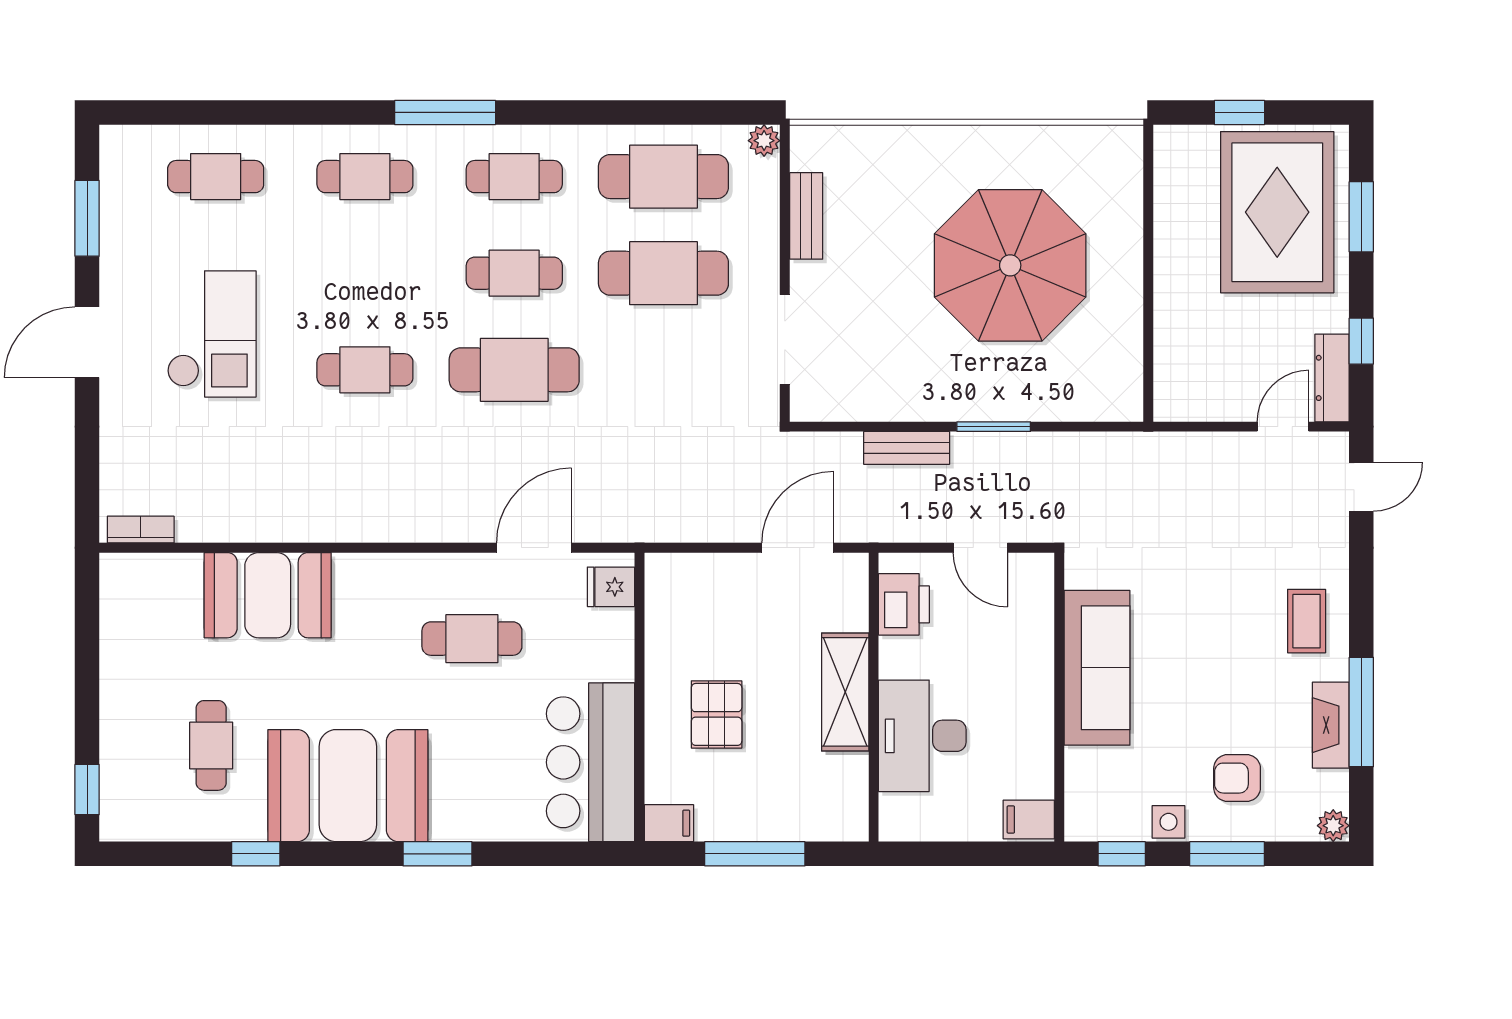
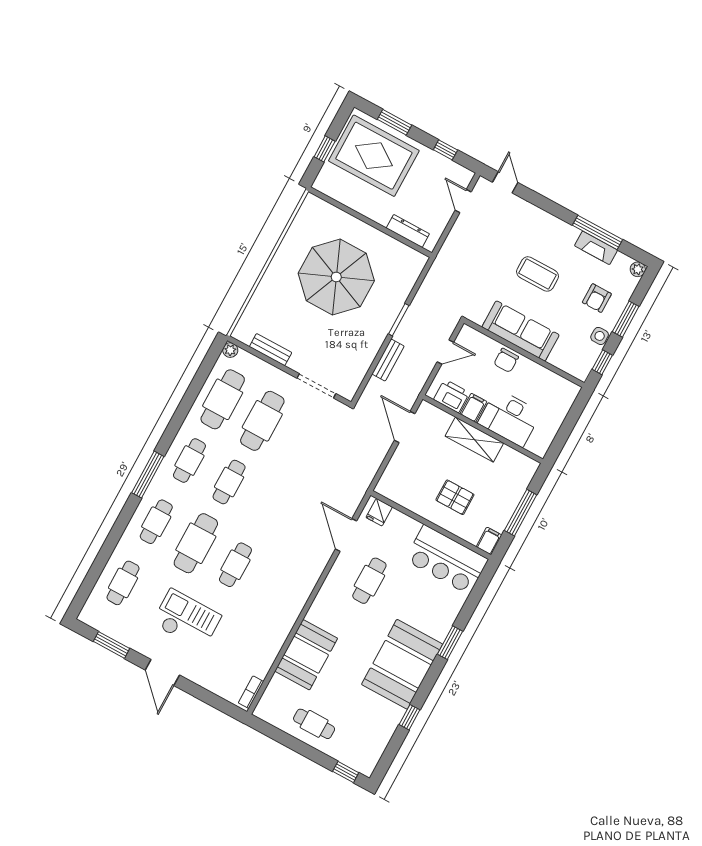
cafe table: (514, 370) -> (196, 543), moved
dresser: (1332, 378) -> (408, 231), moved, turned 180
coffee table: (1307, 621) -> (538, 274), moved, width x1.36, depth x1.30
chair: (1027, 671) -> (506, 360), added
cafe table: (211, 745) -> (314, 724), moved
filing cabinet: (1029, 819) -> (473, 408), moved, turned 180

